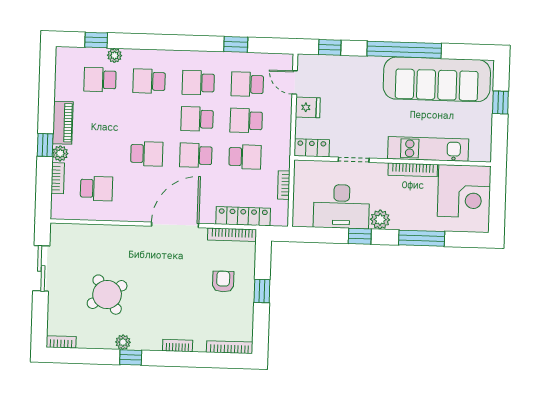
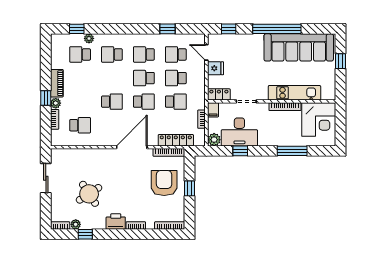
school desk: (196, 155) -> (144, 102), turned 180
filing cabinet: (302, 171) -> (213, 110), added
plant: (380, 220) -> (214, 140), moved
window: (360, 236) -> (240, 151), moved
armchair: (223, 282) -> (164, 183), width x1.88, depth x1.88
printer: (147, 338) -> (116, 222), added
plant: (123, 342) -> (76, 224), moved
window: (131, 357) -> (85, 234), moved

